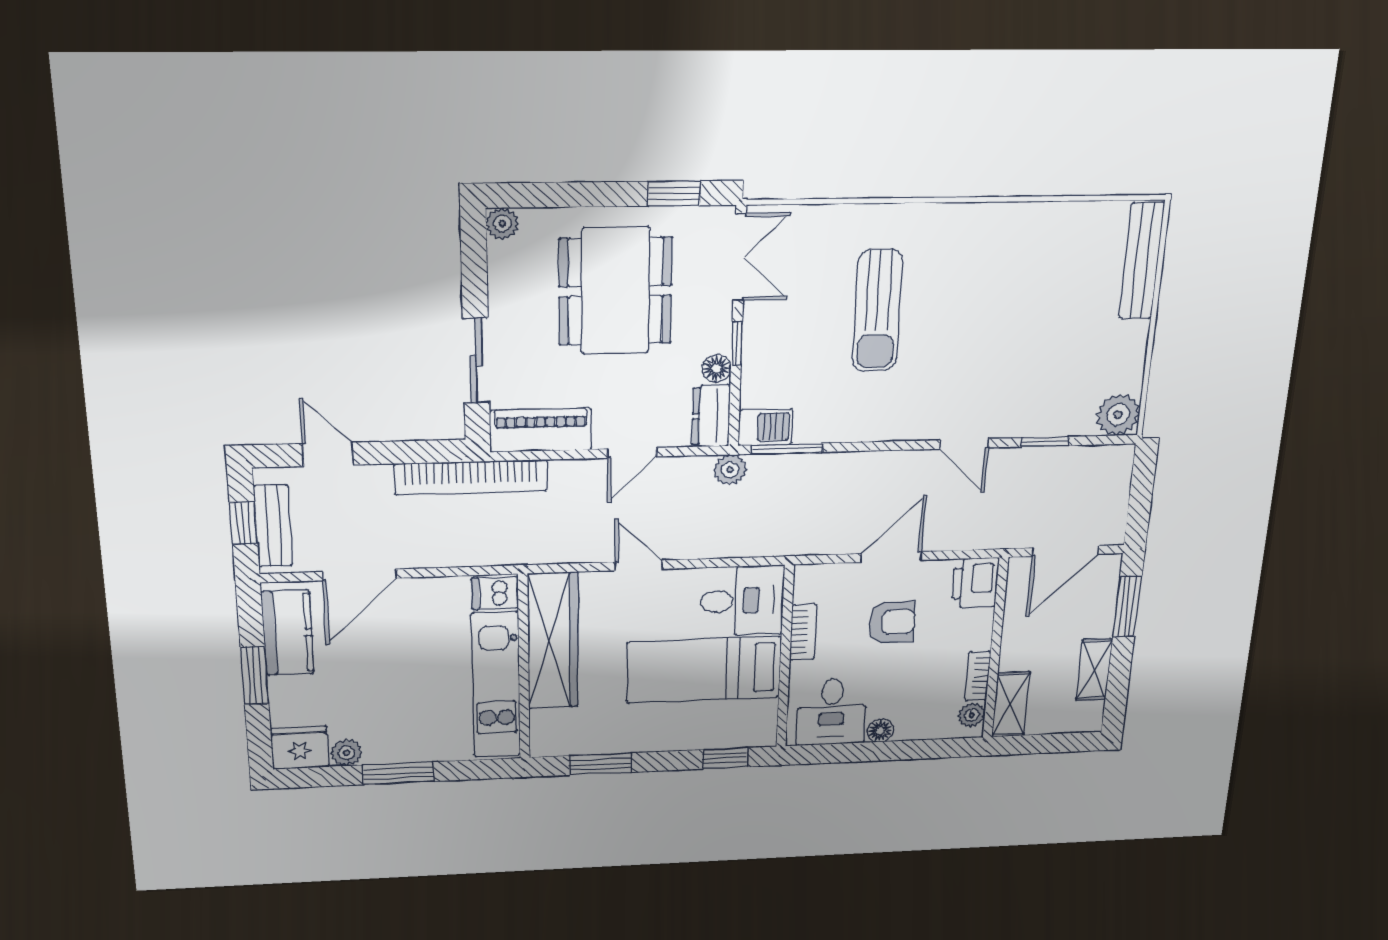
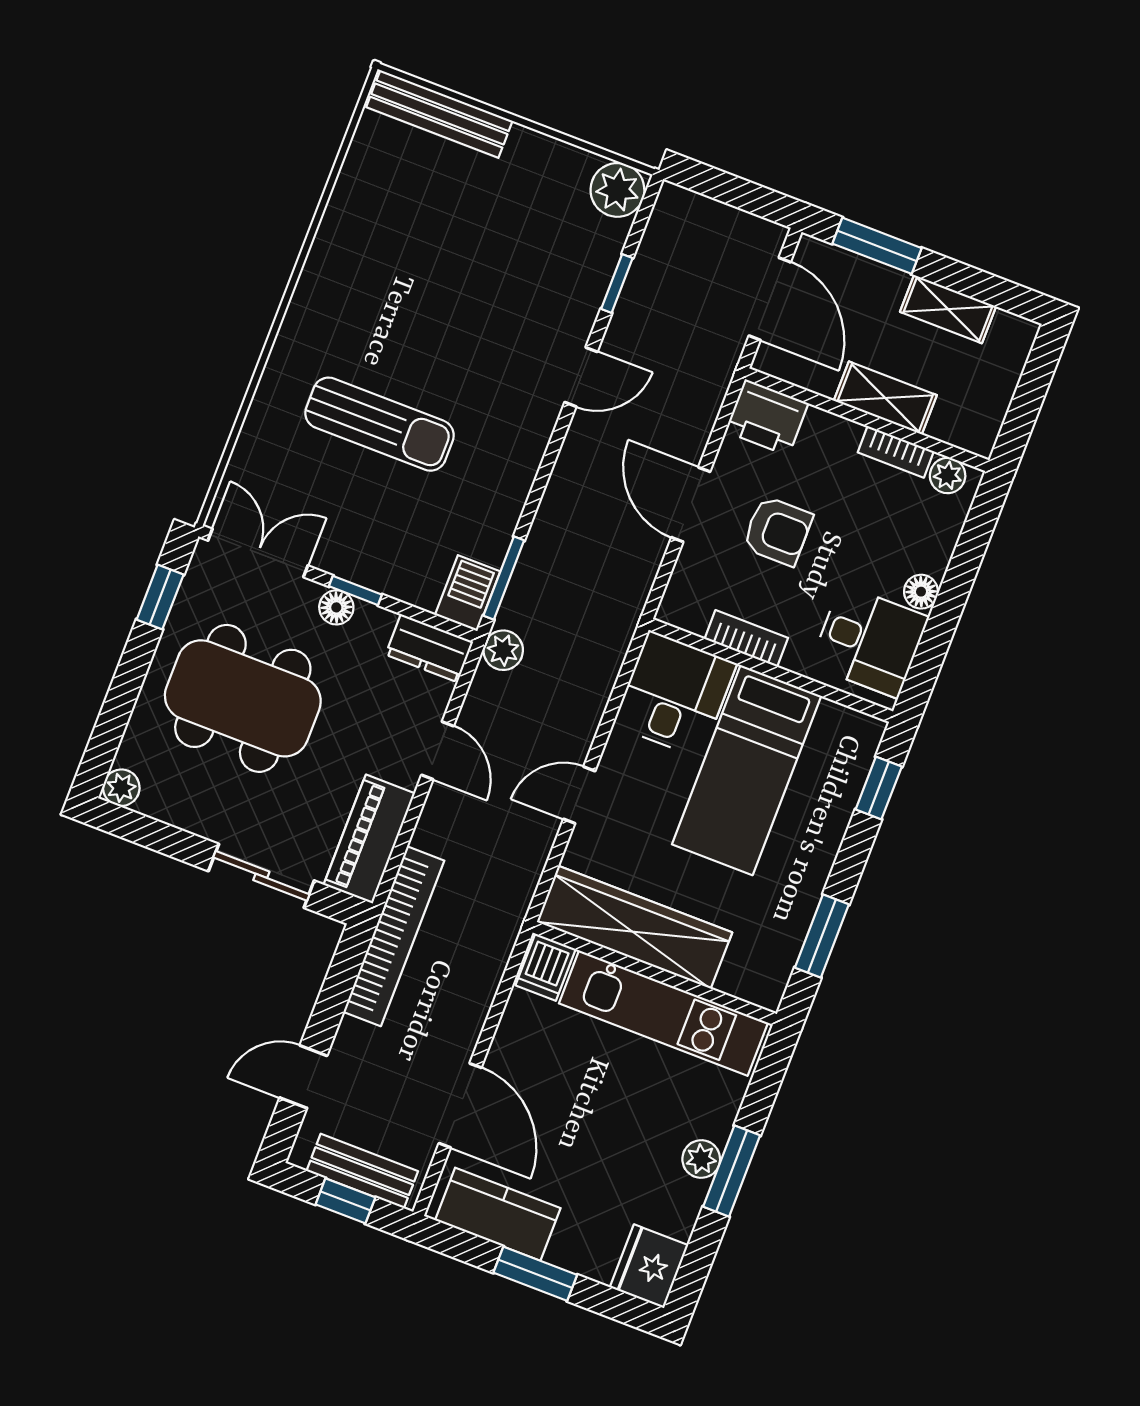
floor lamp: (717, 368) -> (336, 607), moved
armchair: (892, 622) -> (778, 531), turned 90
shelving: (1011, 704) -> (885, 398), moved
plant: (347, 753) -> (701, 1159), moved

